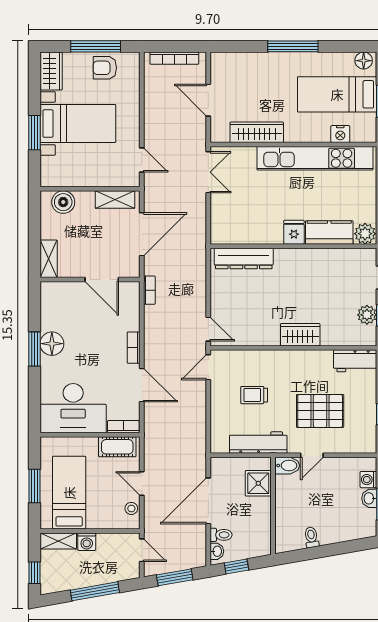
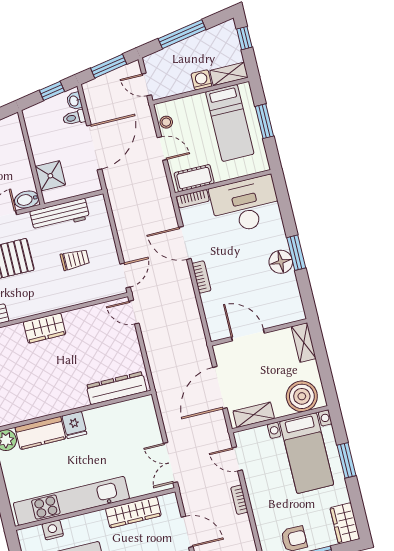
bed with nightstands: (78, 123) -> (307, 453), moved, turned -90
boiler: (63, 202) -> (302, 396), width x1.37, depth x1.37
bookcase: (149, 290) -> (239, 500), moved

